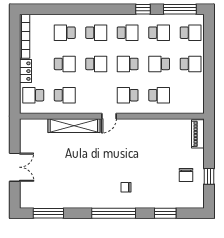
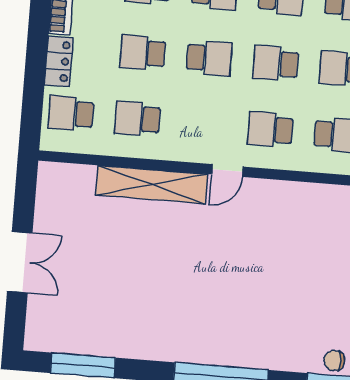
school desk: (65, 64) -> (143, 53), turned 180
school desk: (65, 95) -> (137, 119), turned 180
chair: (126, 187) -> (334, 360), moved

